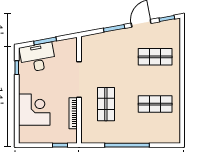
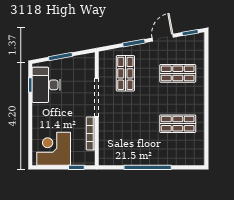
desk: (38, 57) -> (46, 85), moved, turned -80
shop shelf: (106, 104) -> (125, 73), moved
corner desk: (34, 110) -> (54, 149), moved, turned -90

